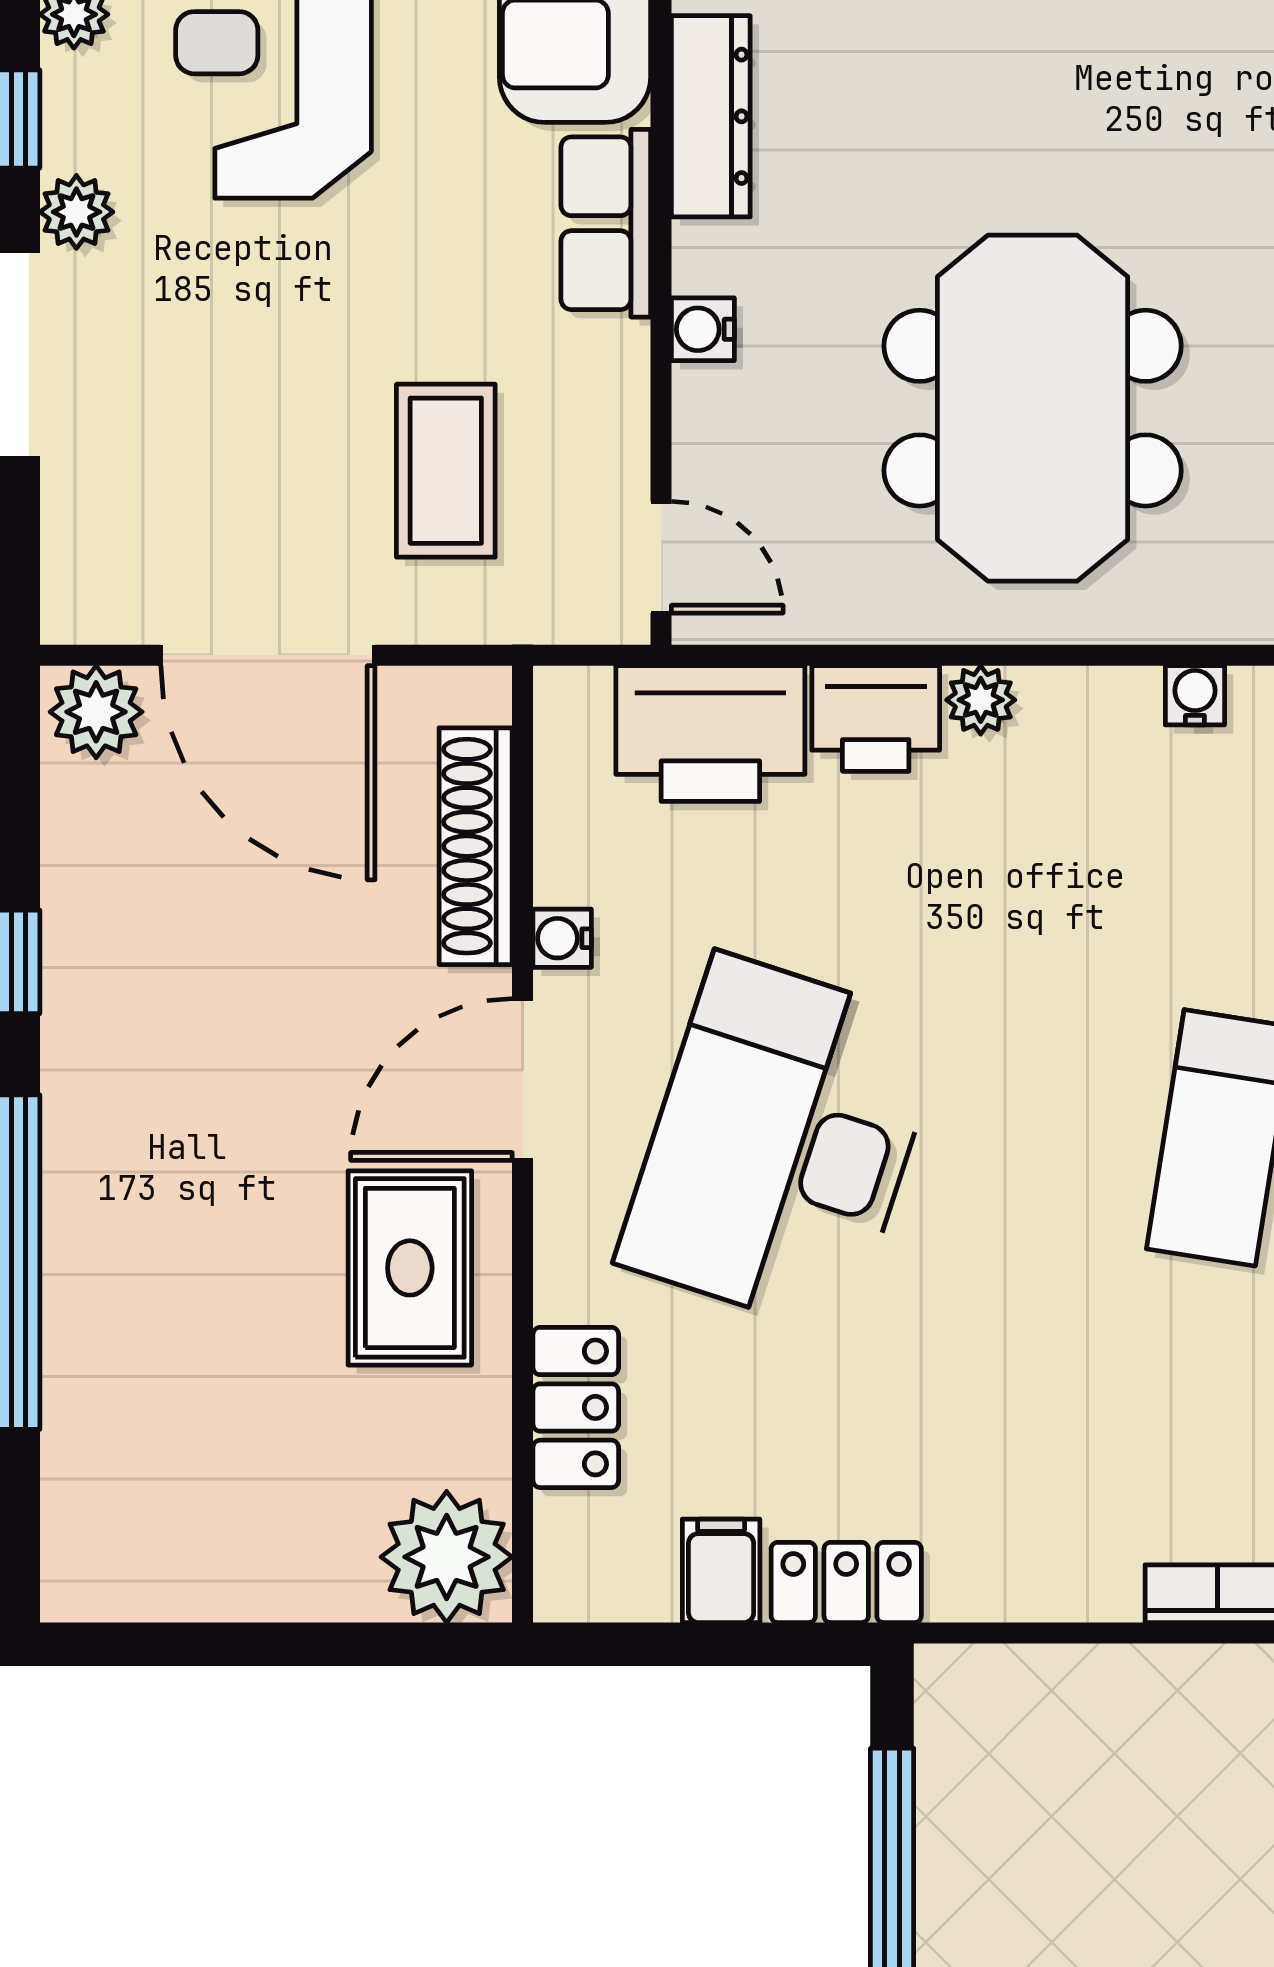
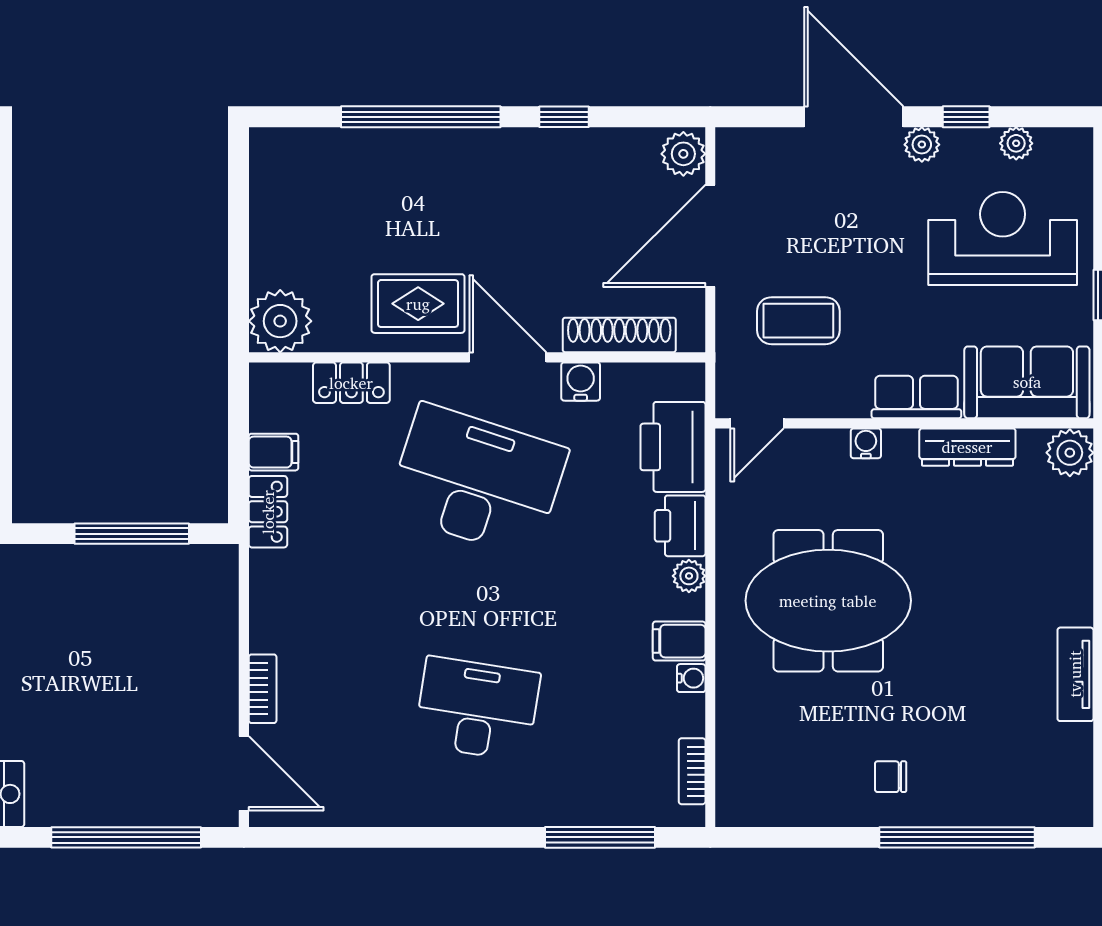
filing cabinet: (1117, 721) -> (679, 641), added
water cooler: (562, 938) -> (581, 382), width x1.38, depth x1.38

